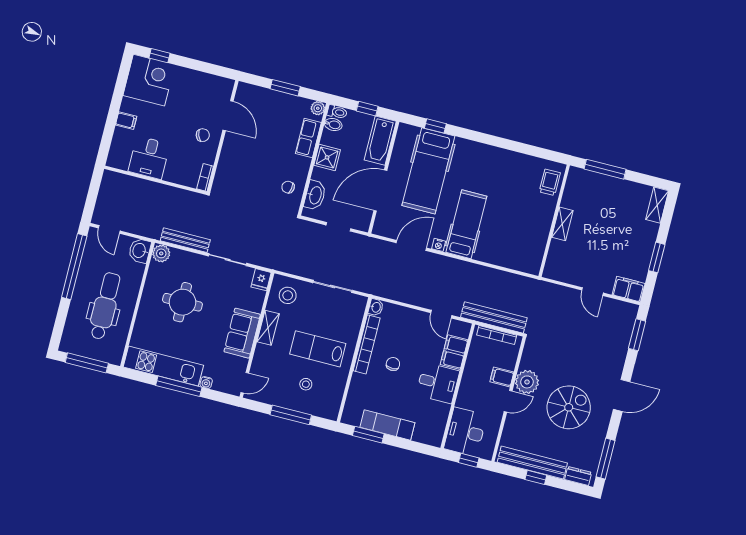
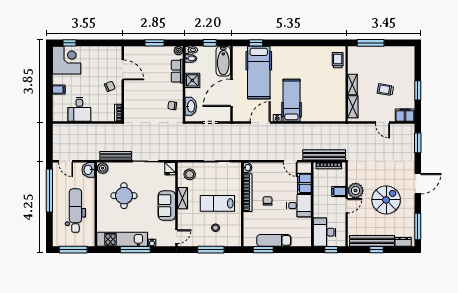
shelving: (657, 205) -> (353, 107), moved
trolley: (609, 244) -> (385, 90), added

